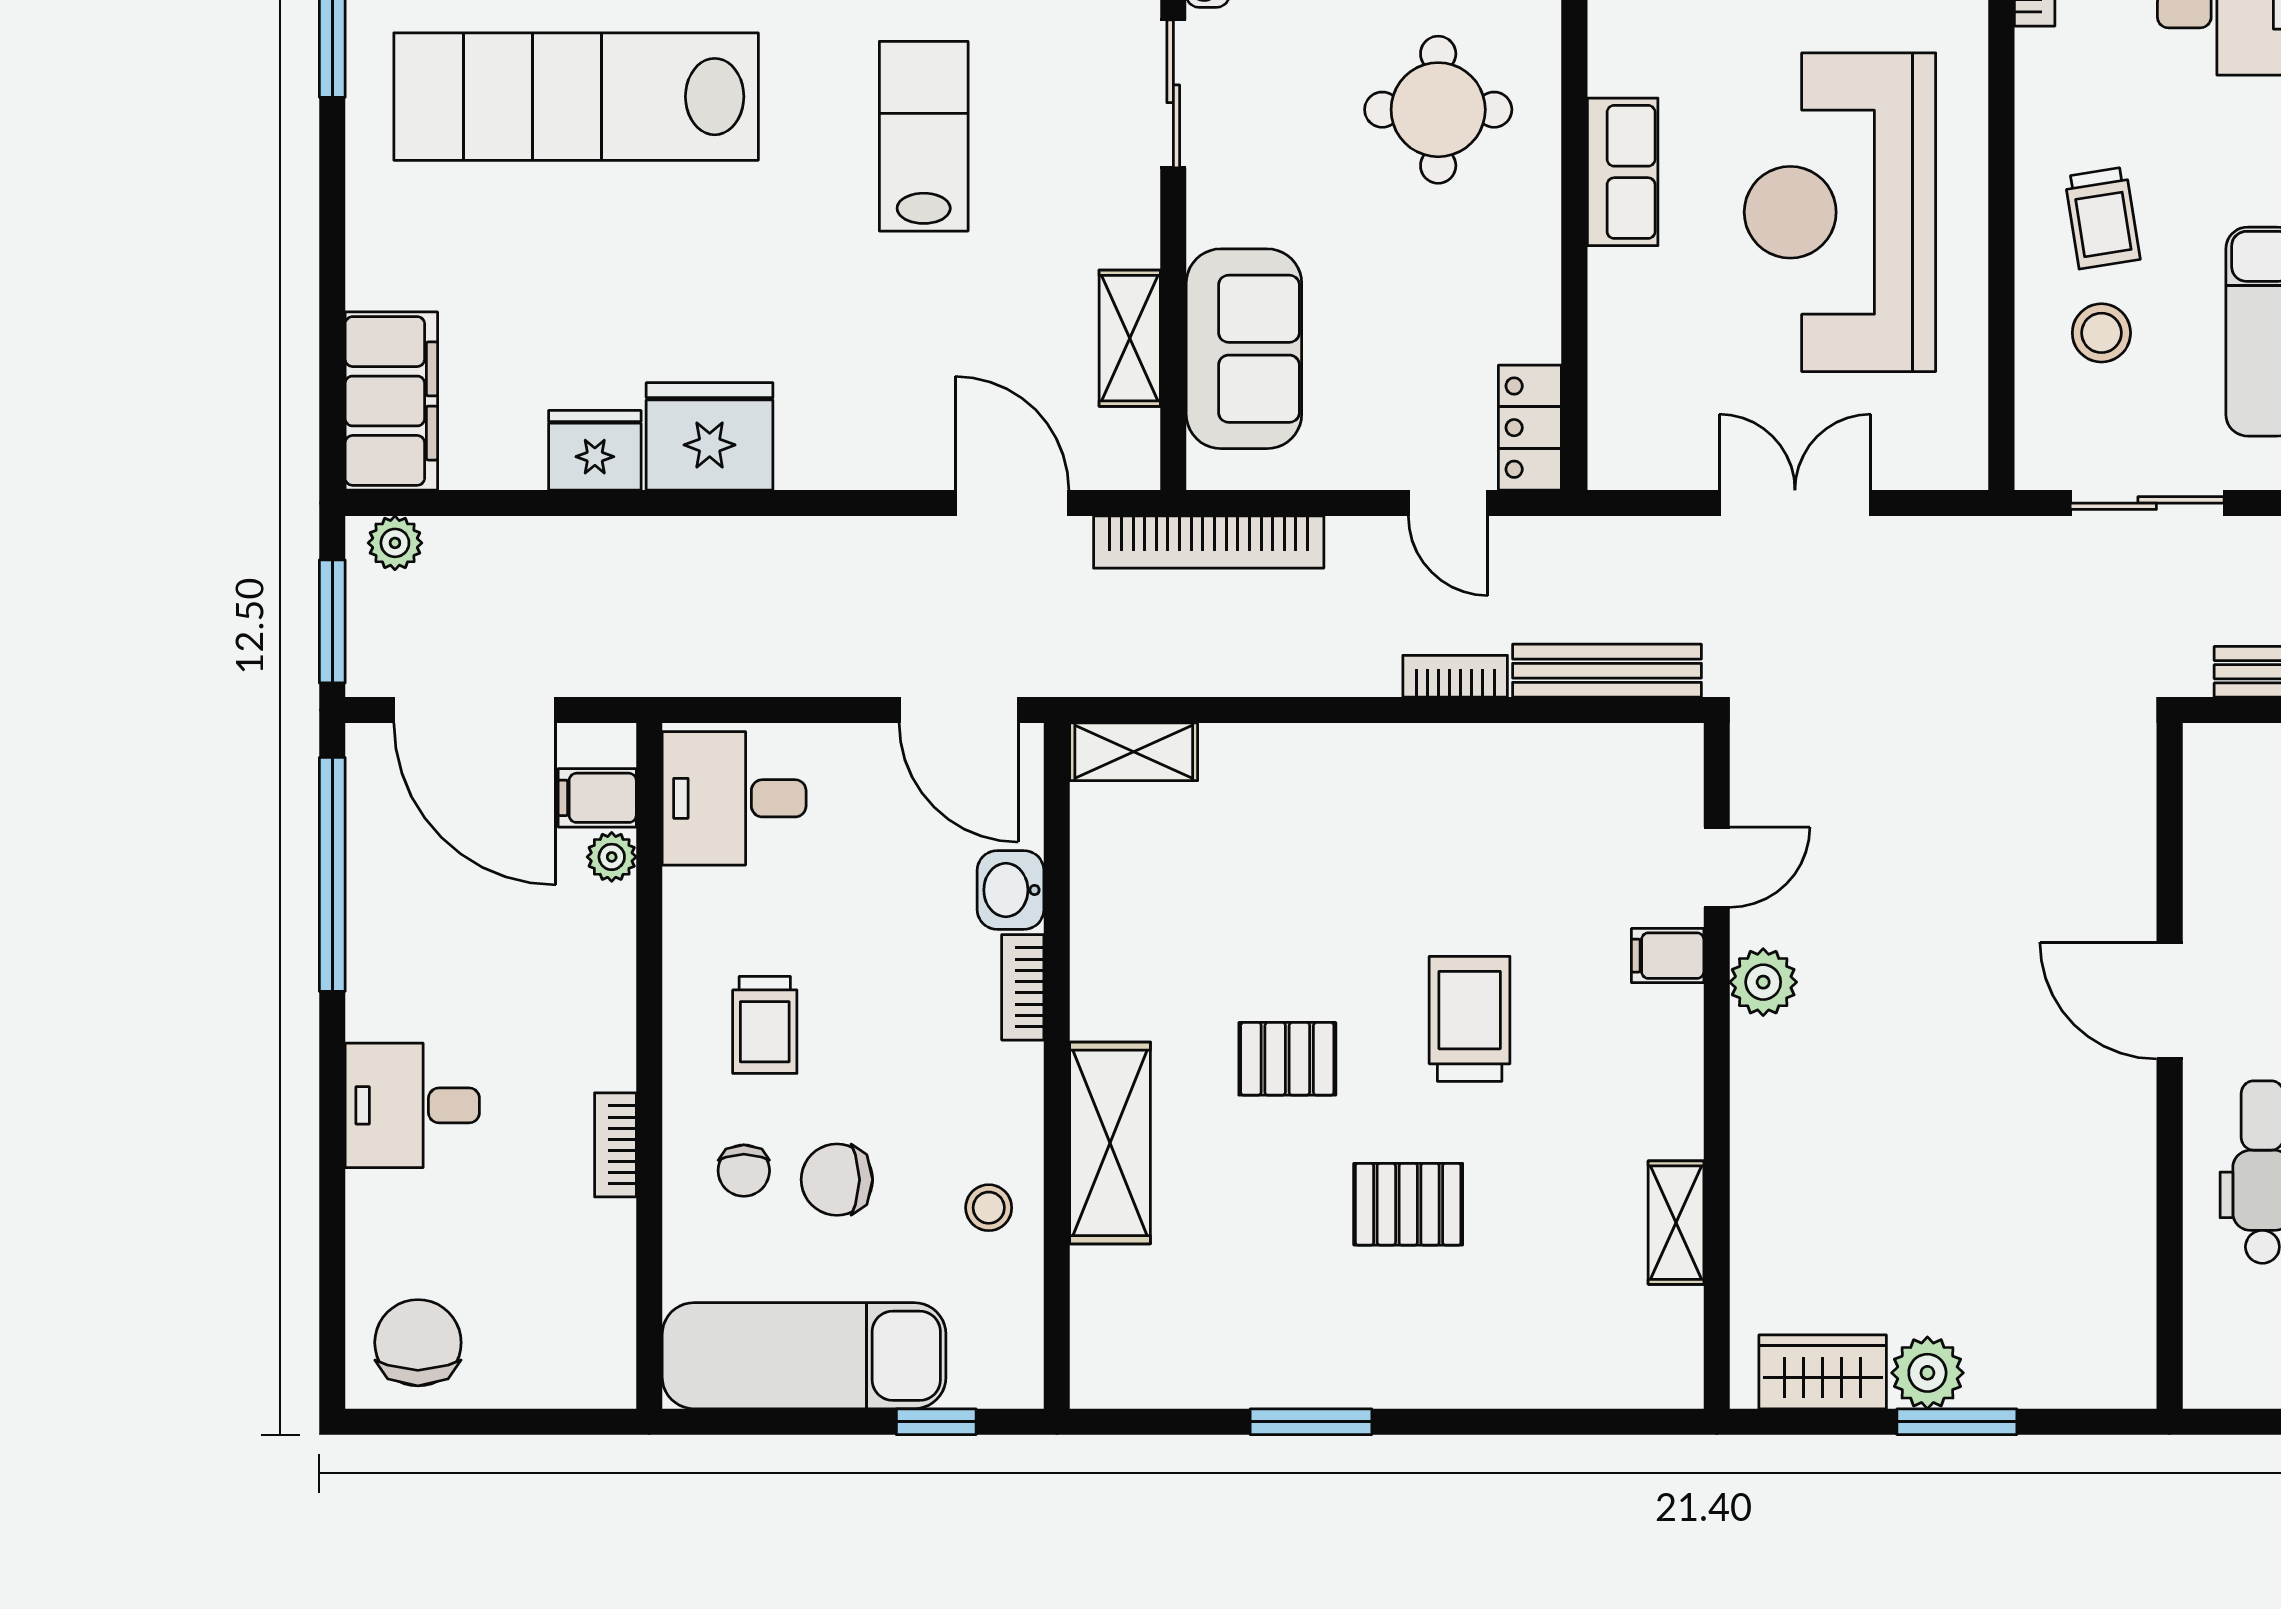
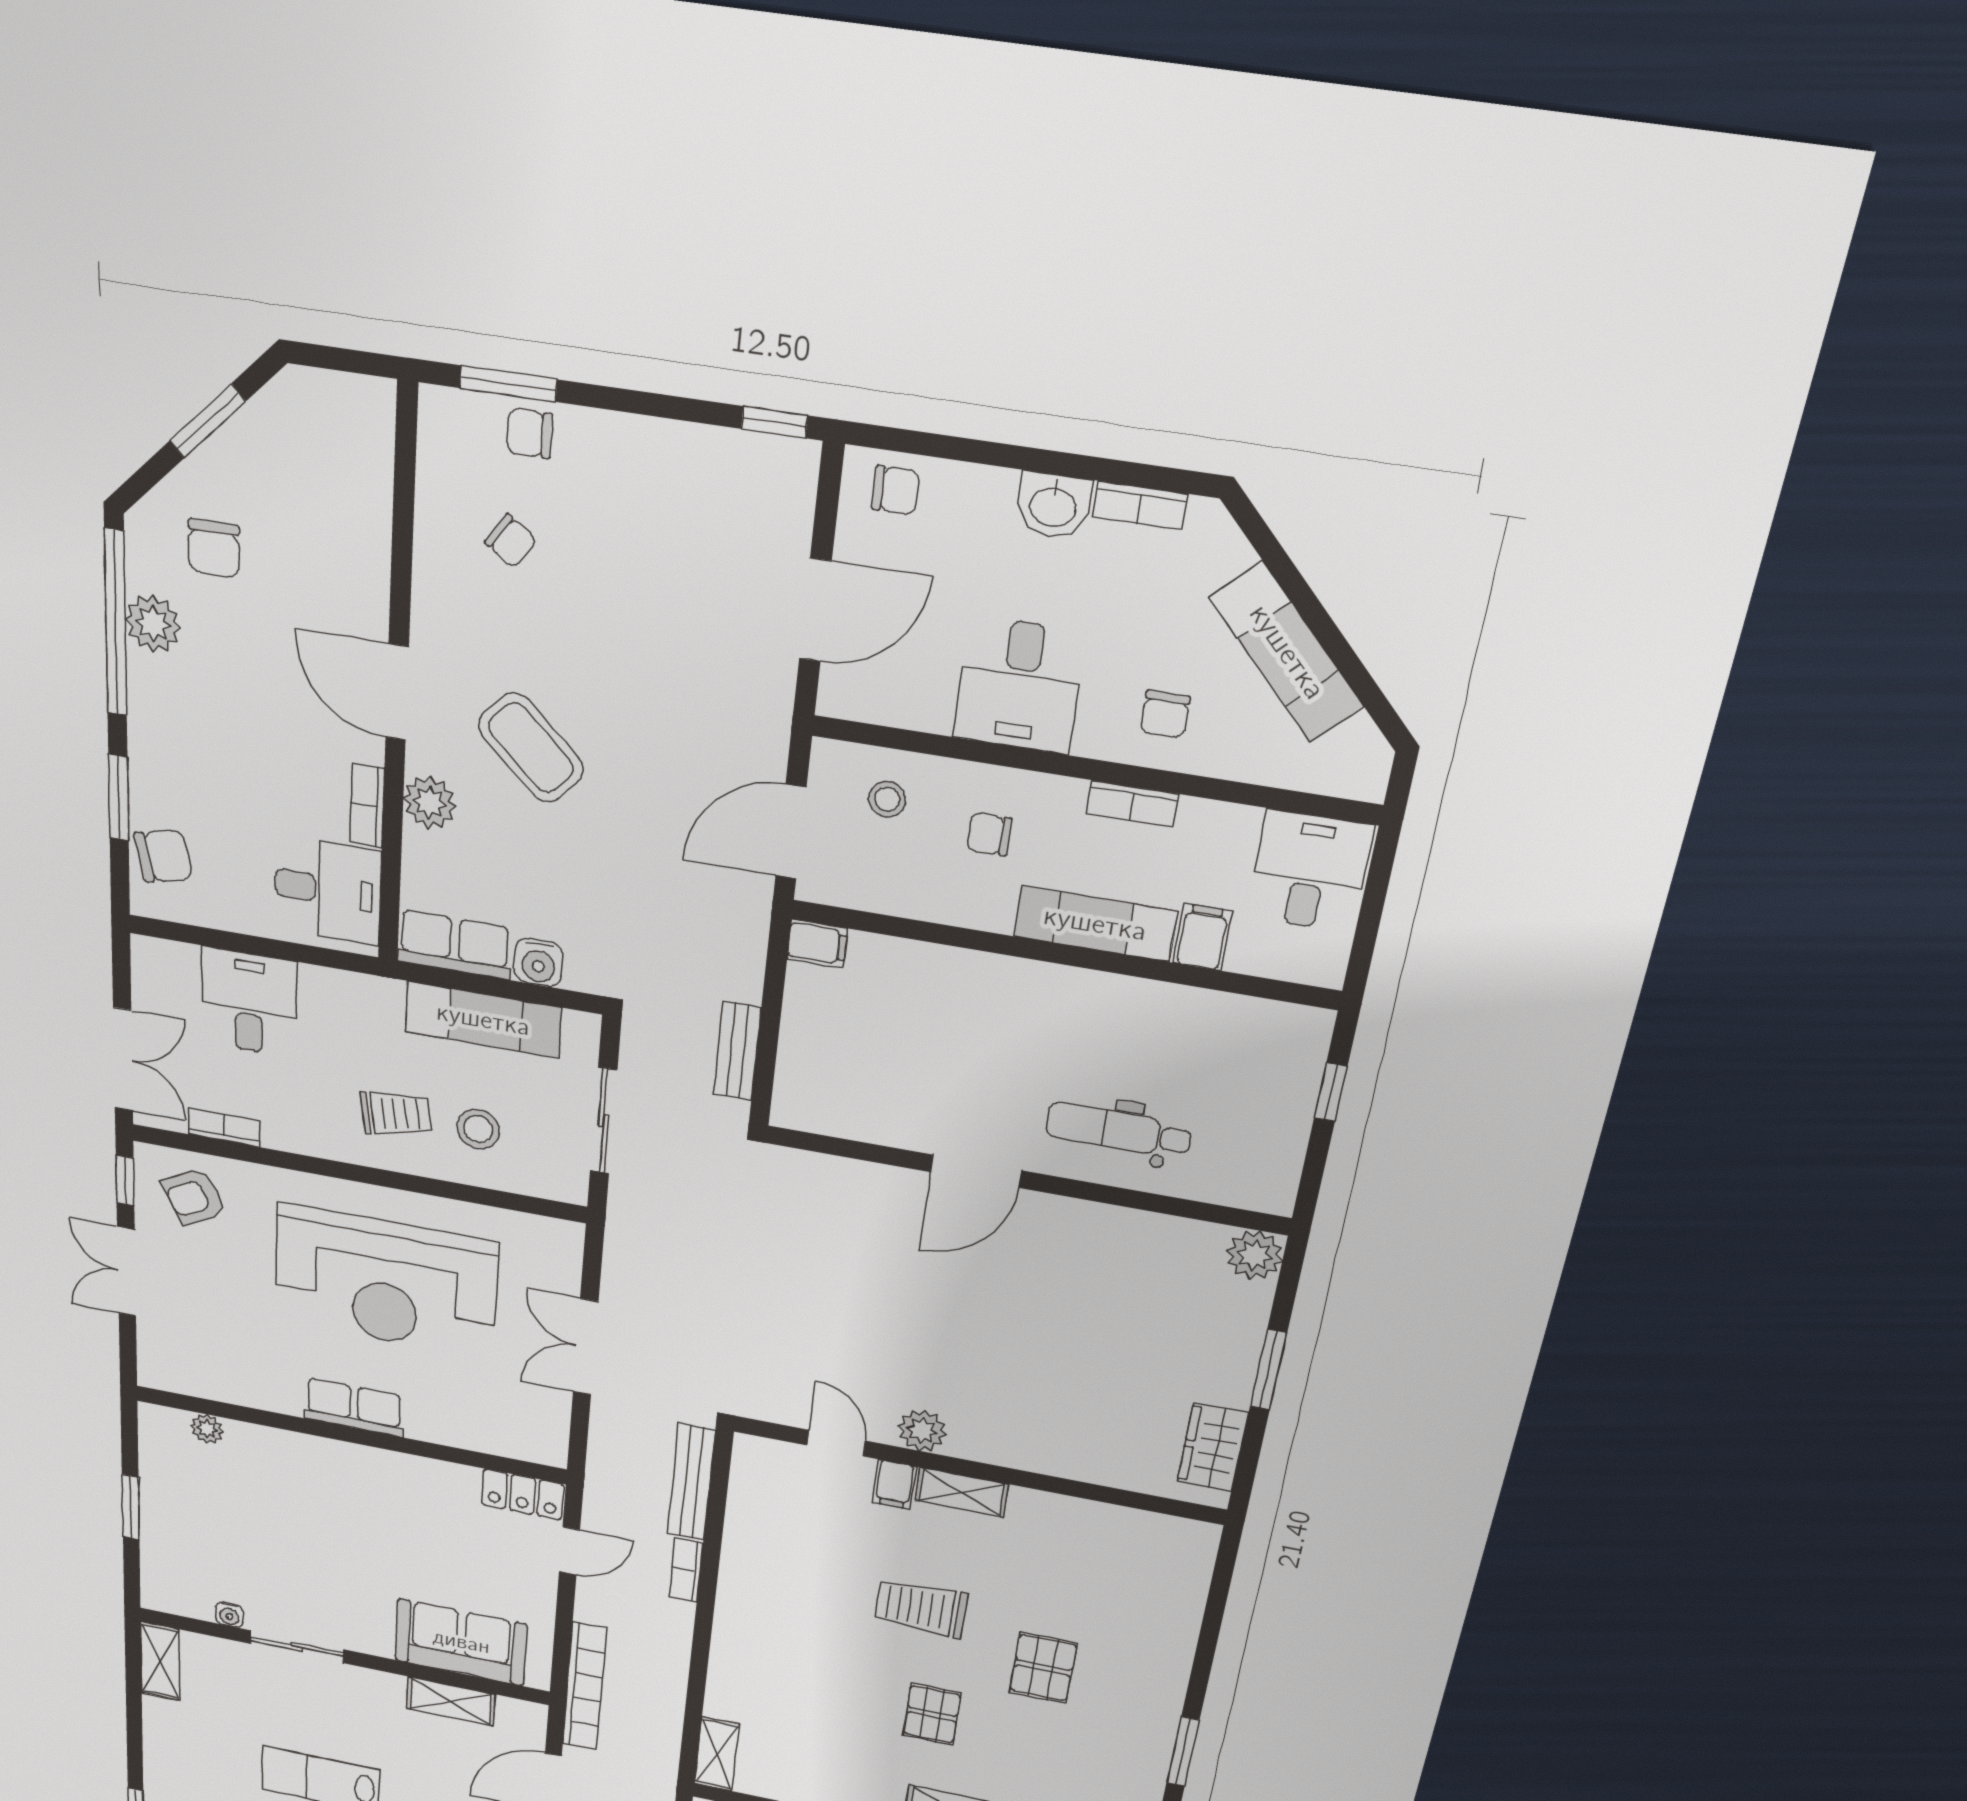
round table: (1438, 110) -> (310, 1505), removed
shelving: (1676, 1223) -> (962, 1492), moved
plant: (1927, 1373) -> (1255, 1255), moved

